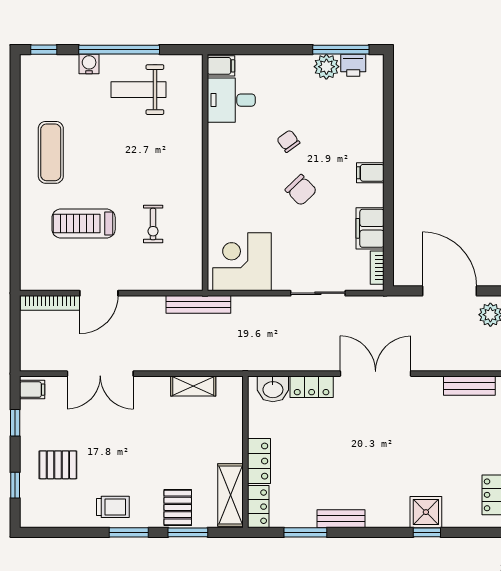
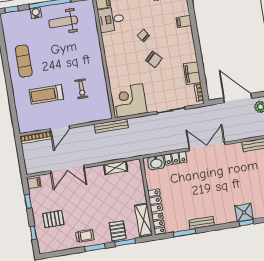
filing cabinet: (370, 173) -> (184, 22), moved

